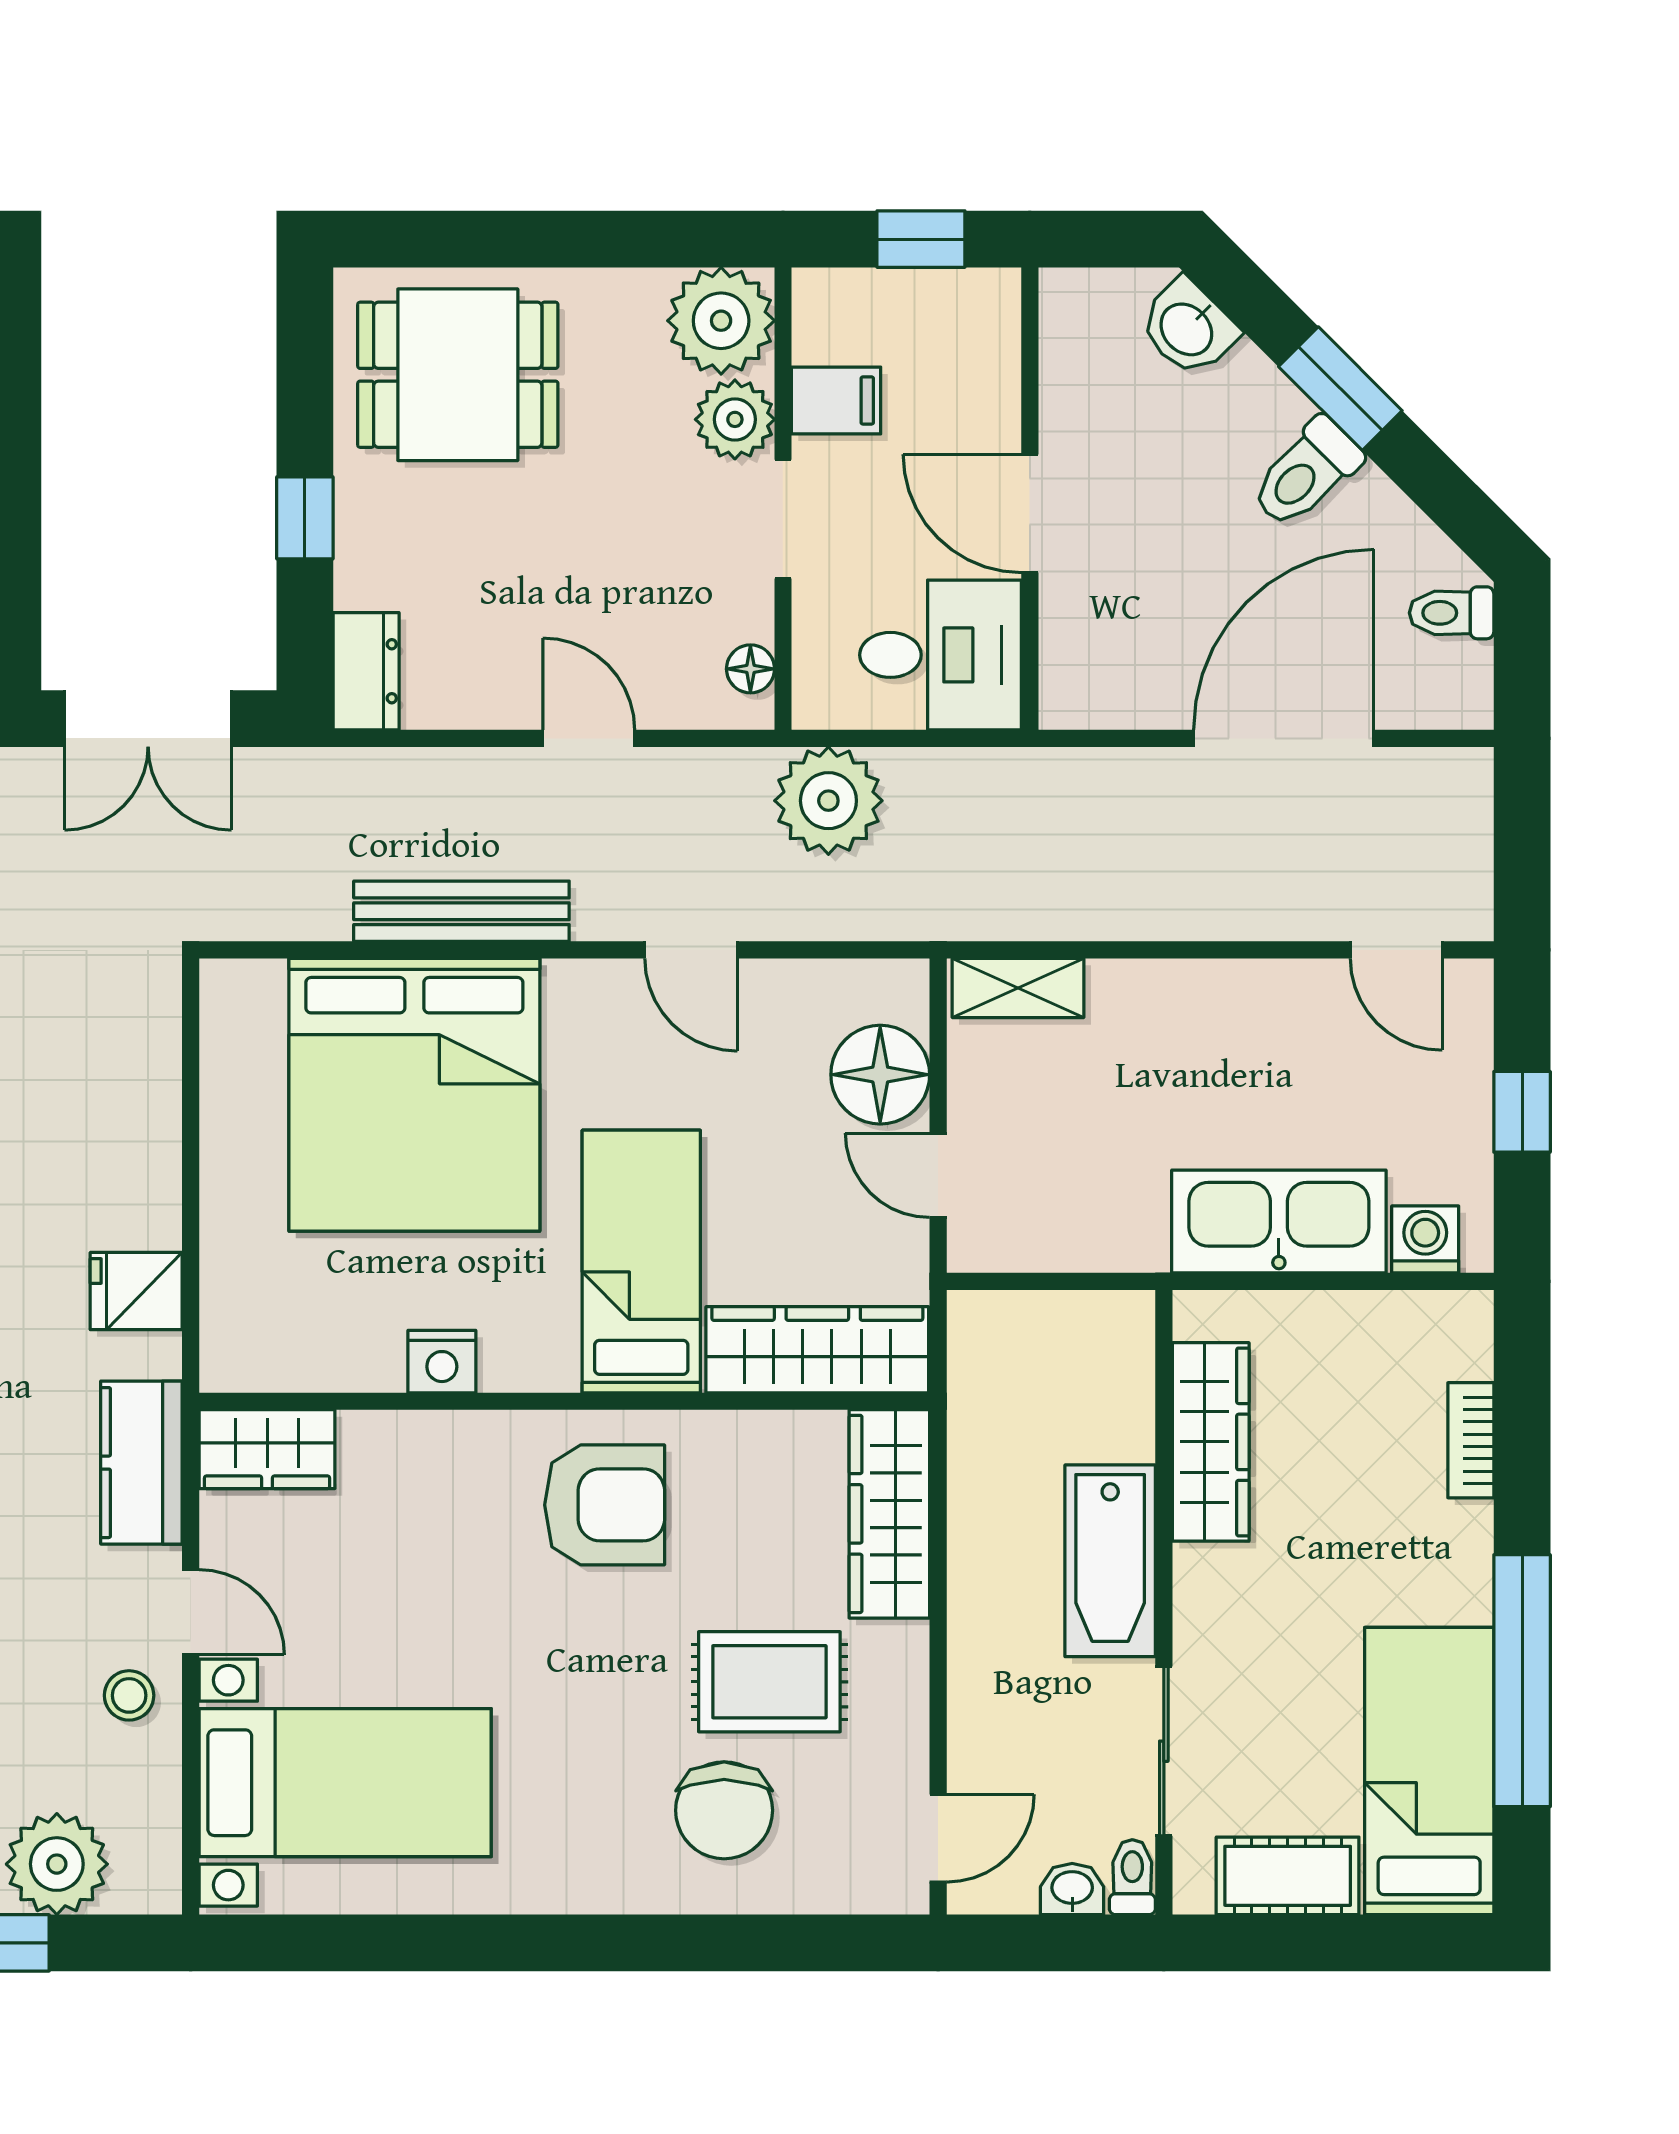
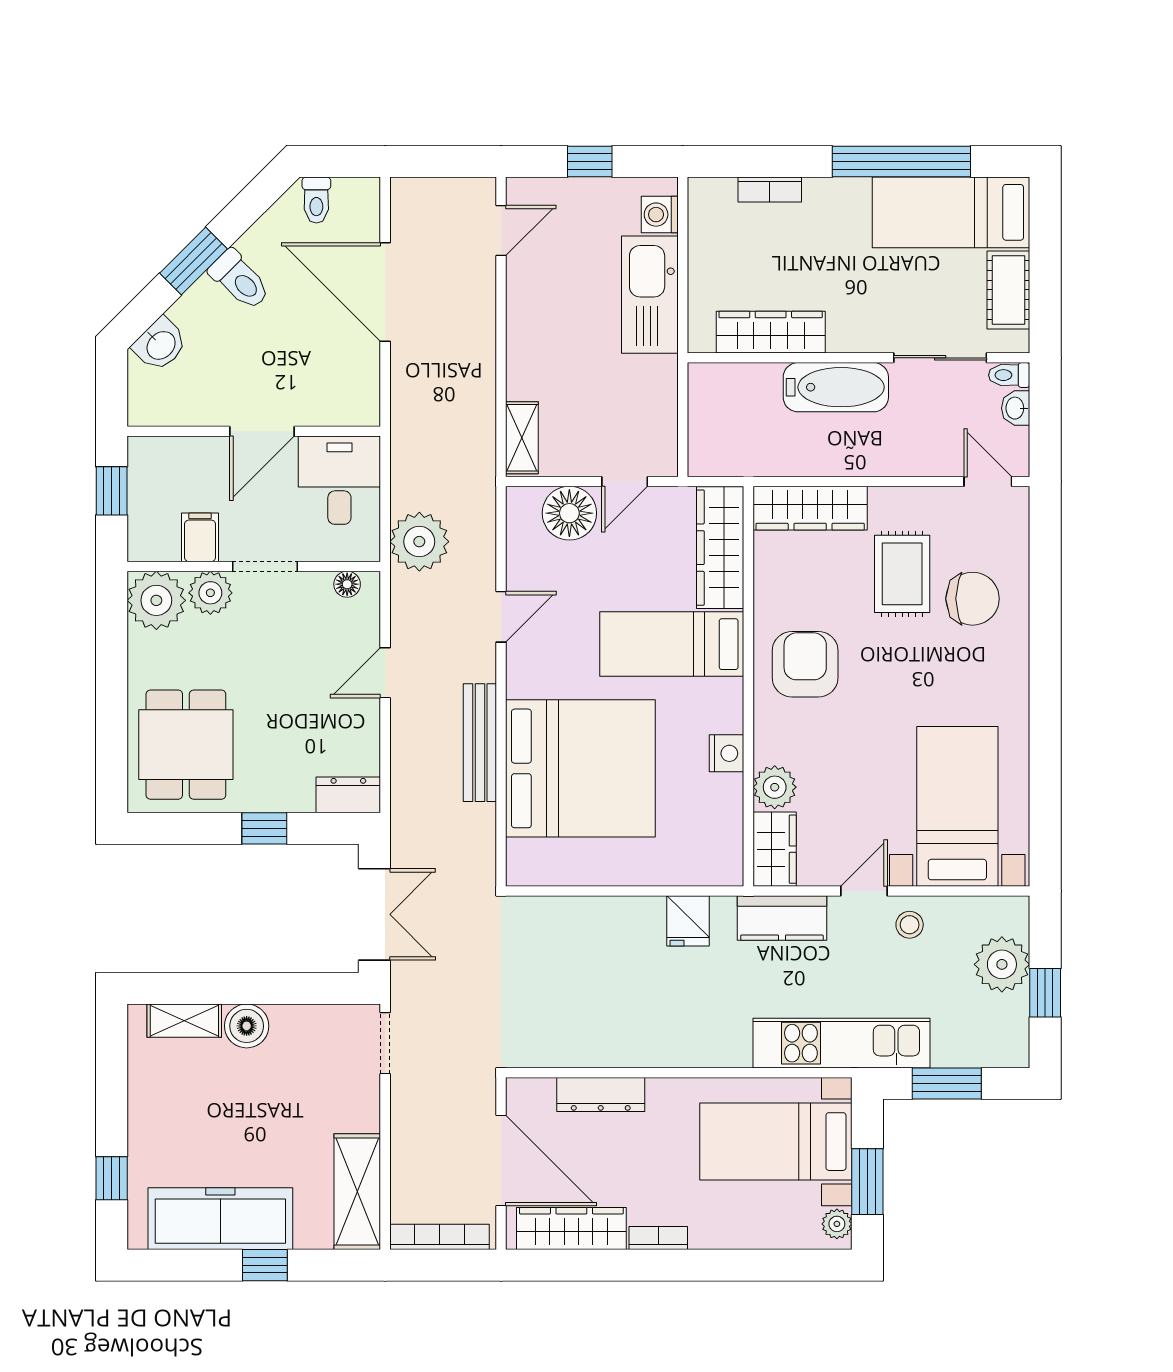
plant: (380, 1449) -> (775, 787), added

